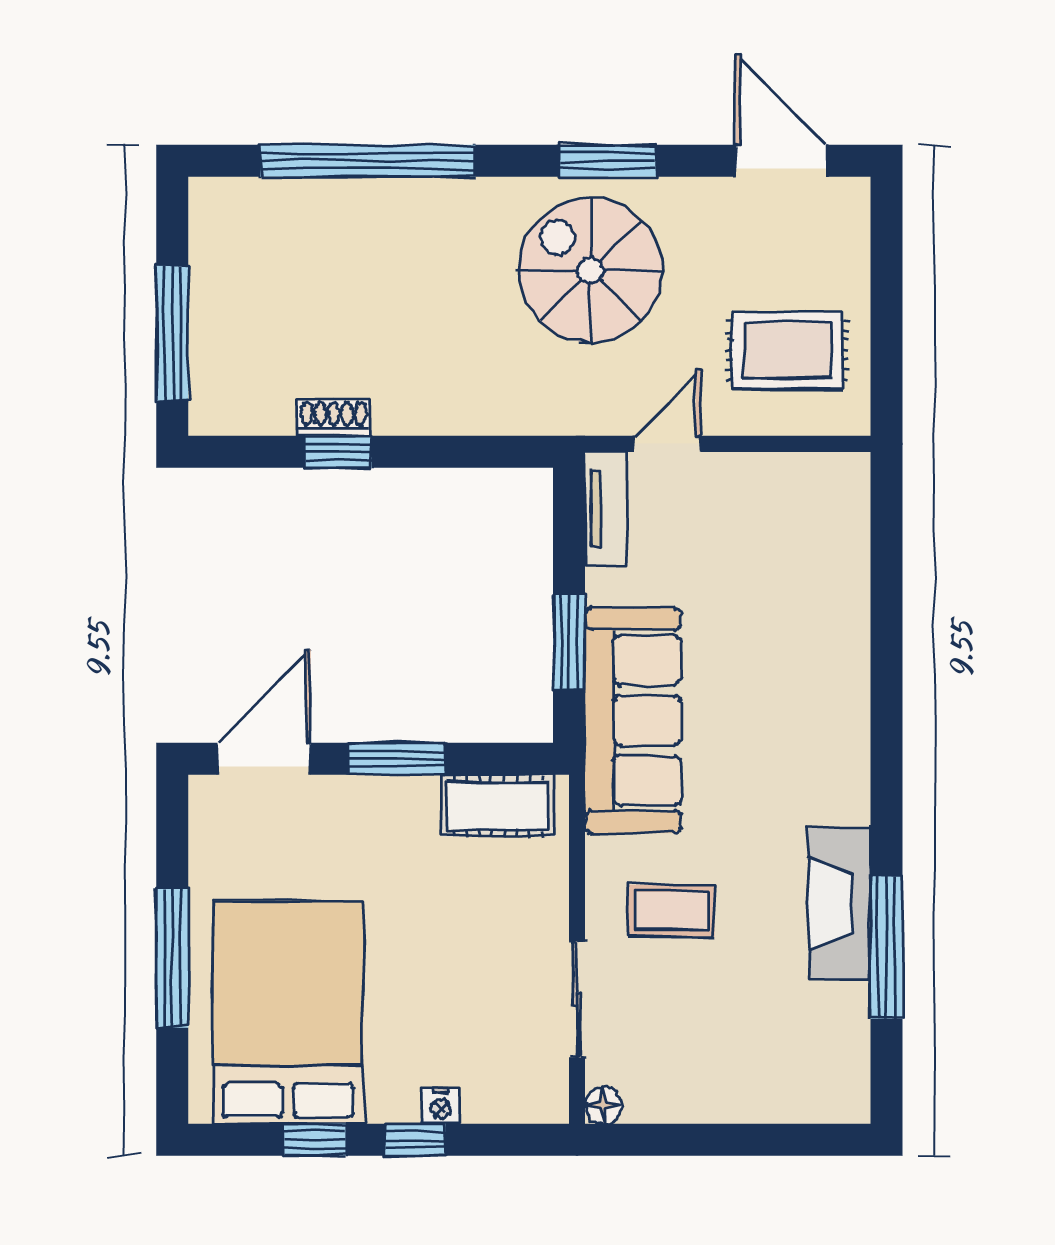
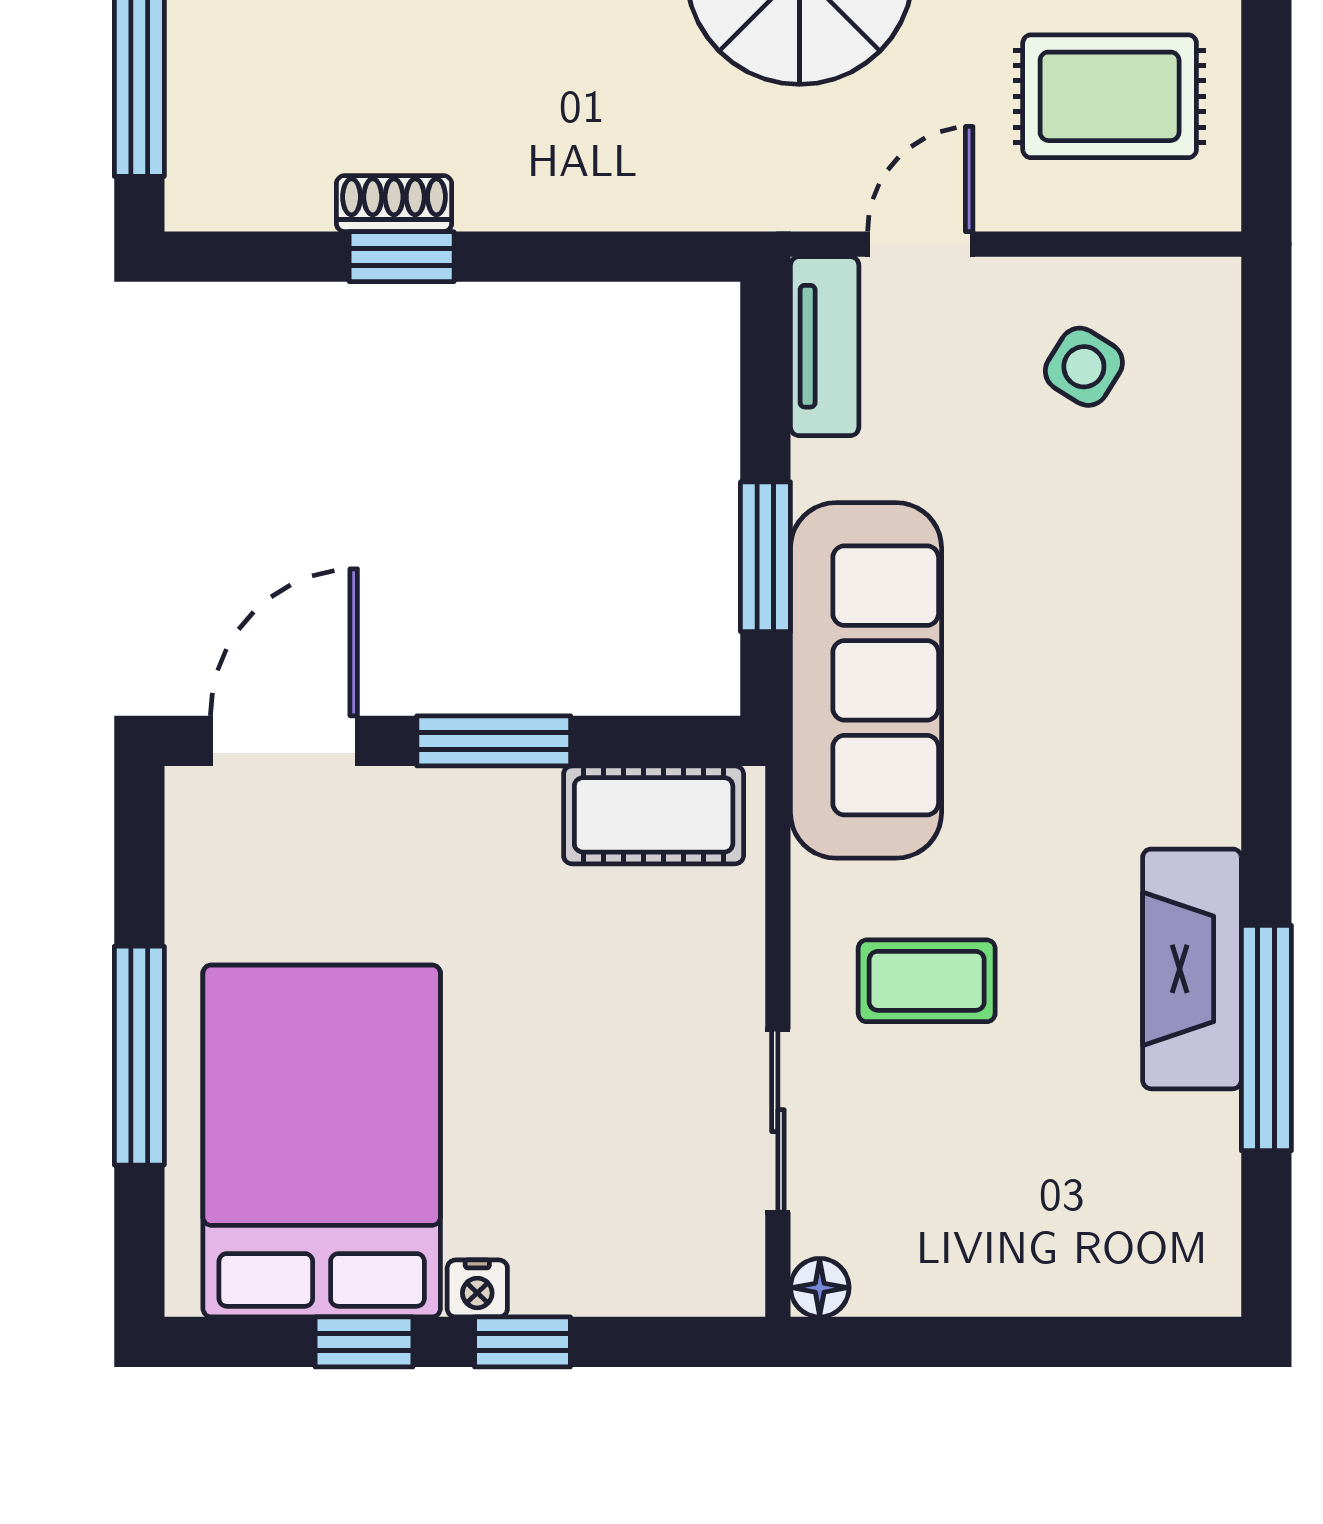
side table: (771, 522) -> (1084, 367), added
nightstand: (441, 1106) -> (477, 1288), moved

